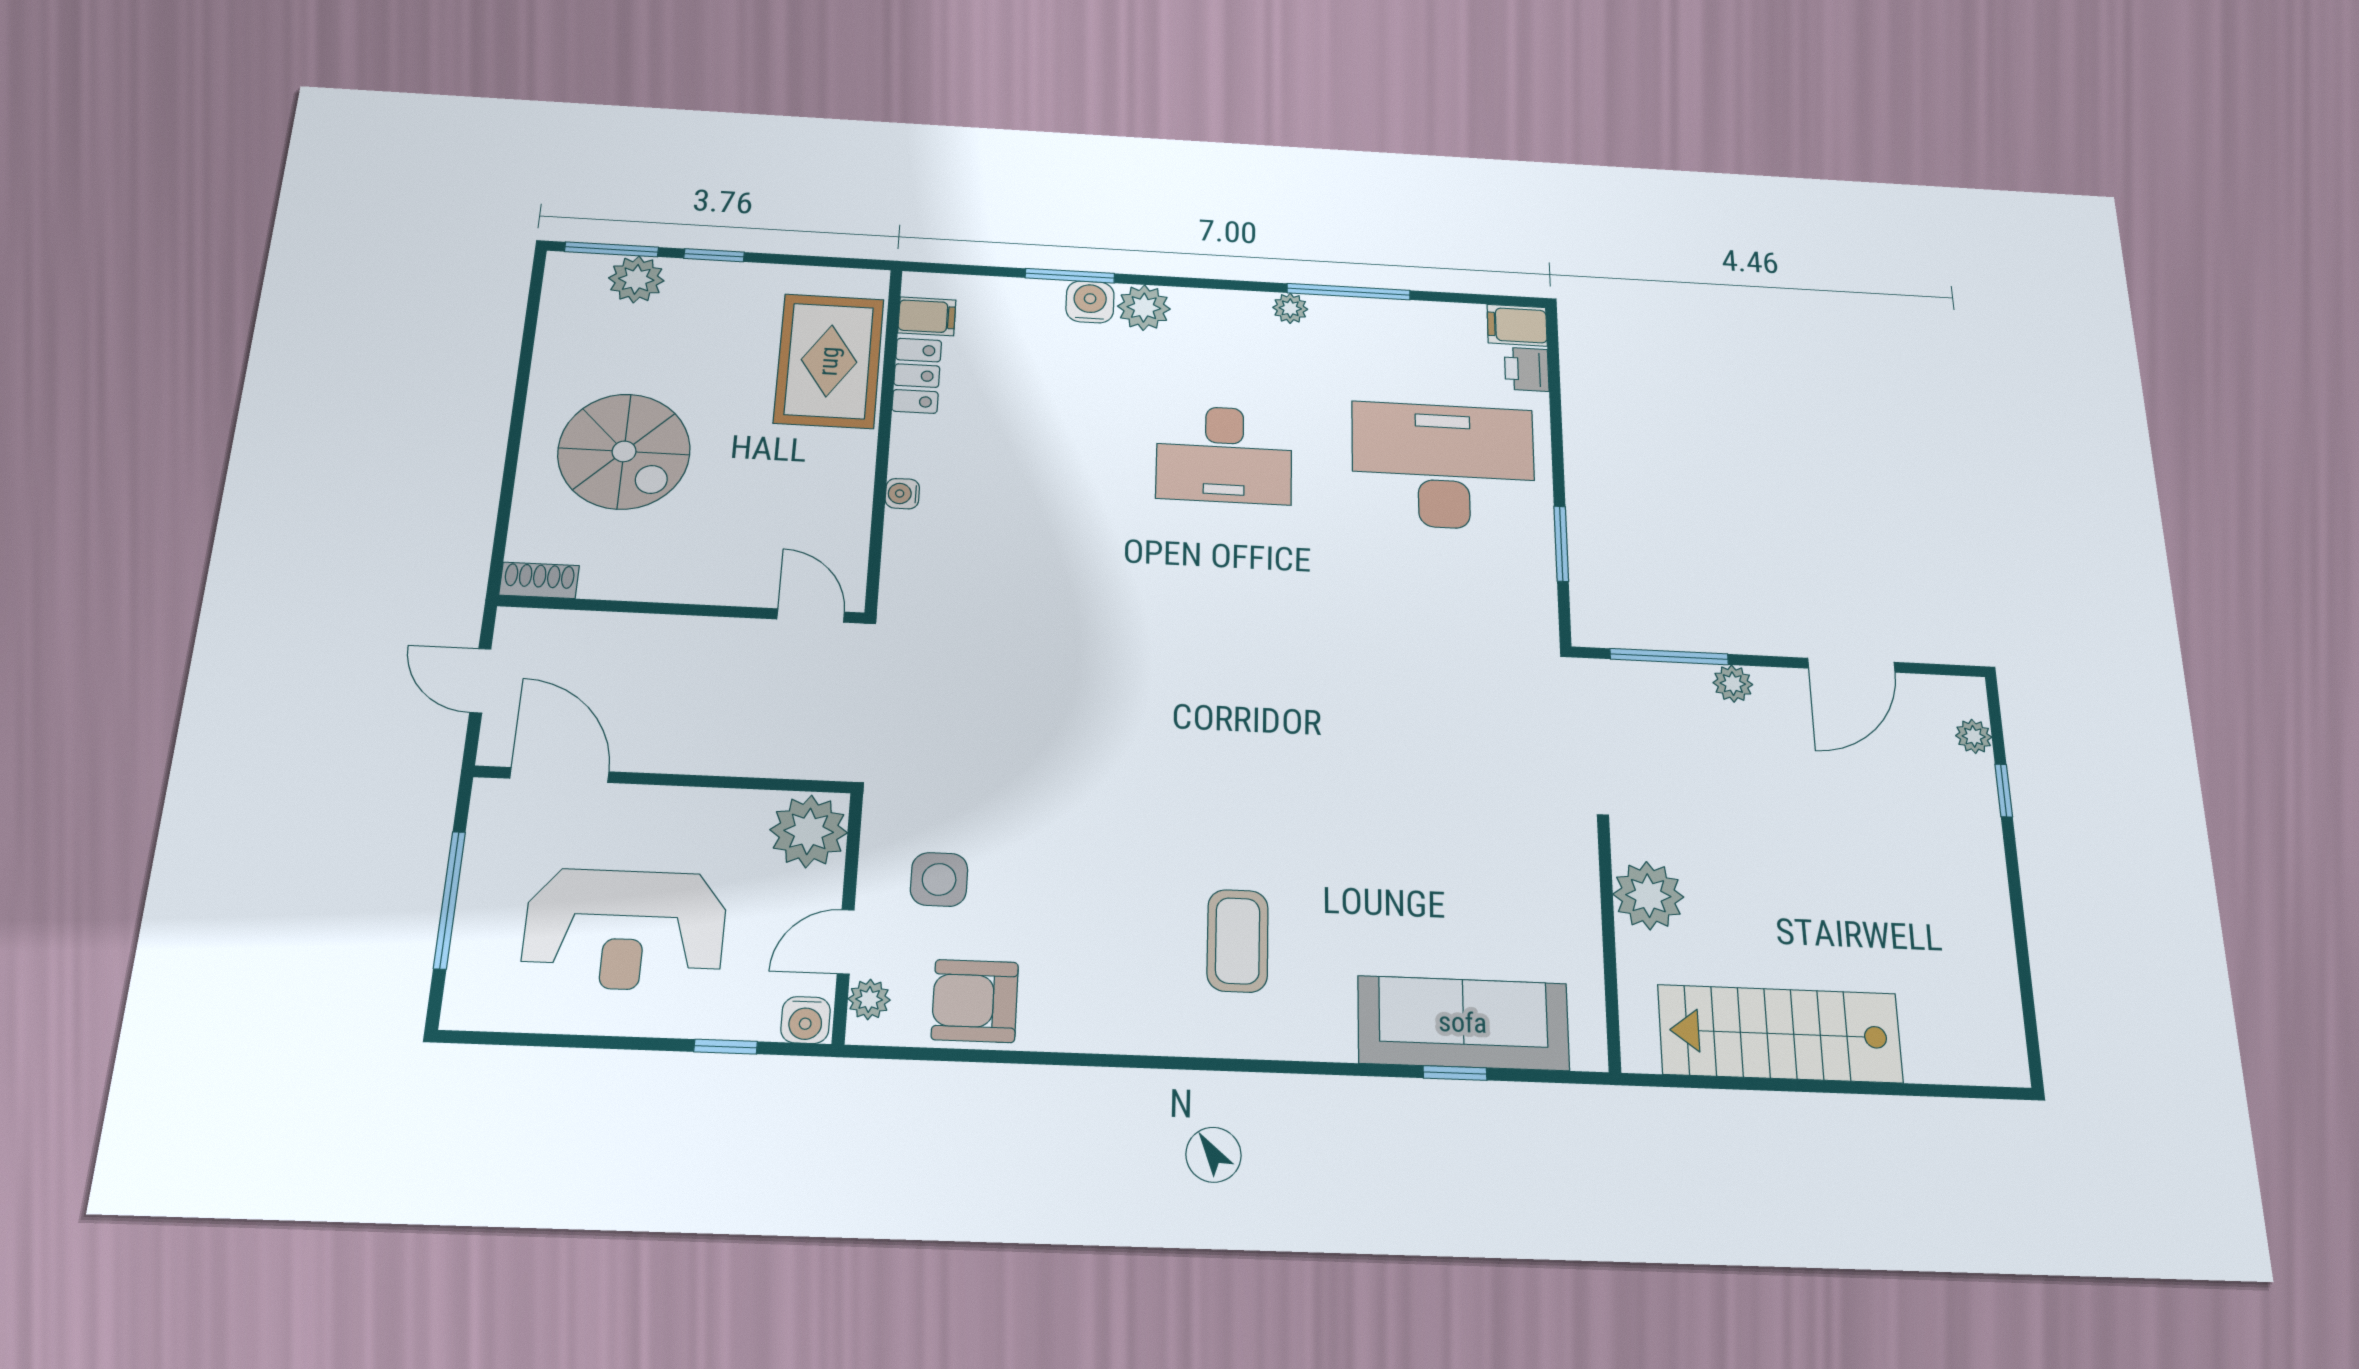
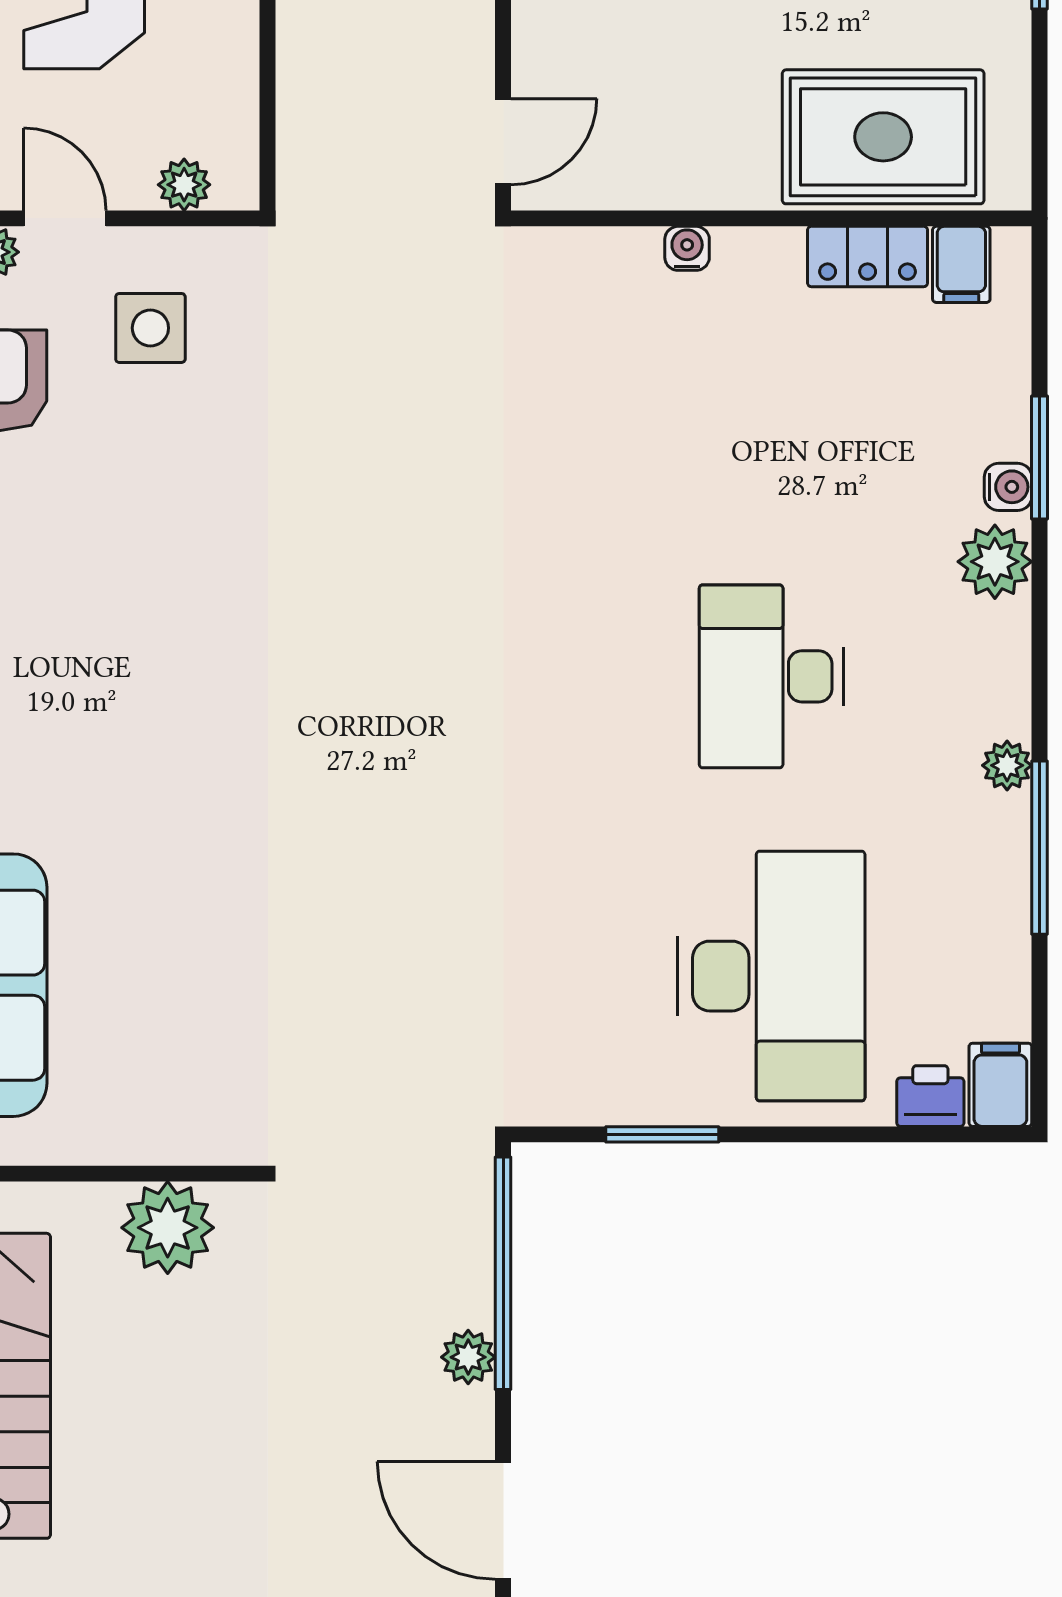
water cooler: (1090, 302) -> (1008, 487), width x0.72, depth x0.72
window: (1669, 657) -> (503, 1273), width x1.46
plant: (809, 831) -> (184, 185), width x0.53, depth x0.53
coffee table: (1238, 941) -> (86, 703), removed

